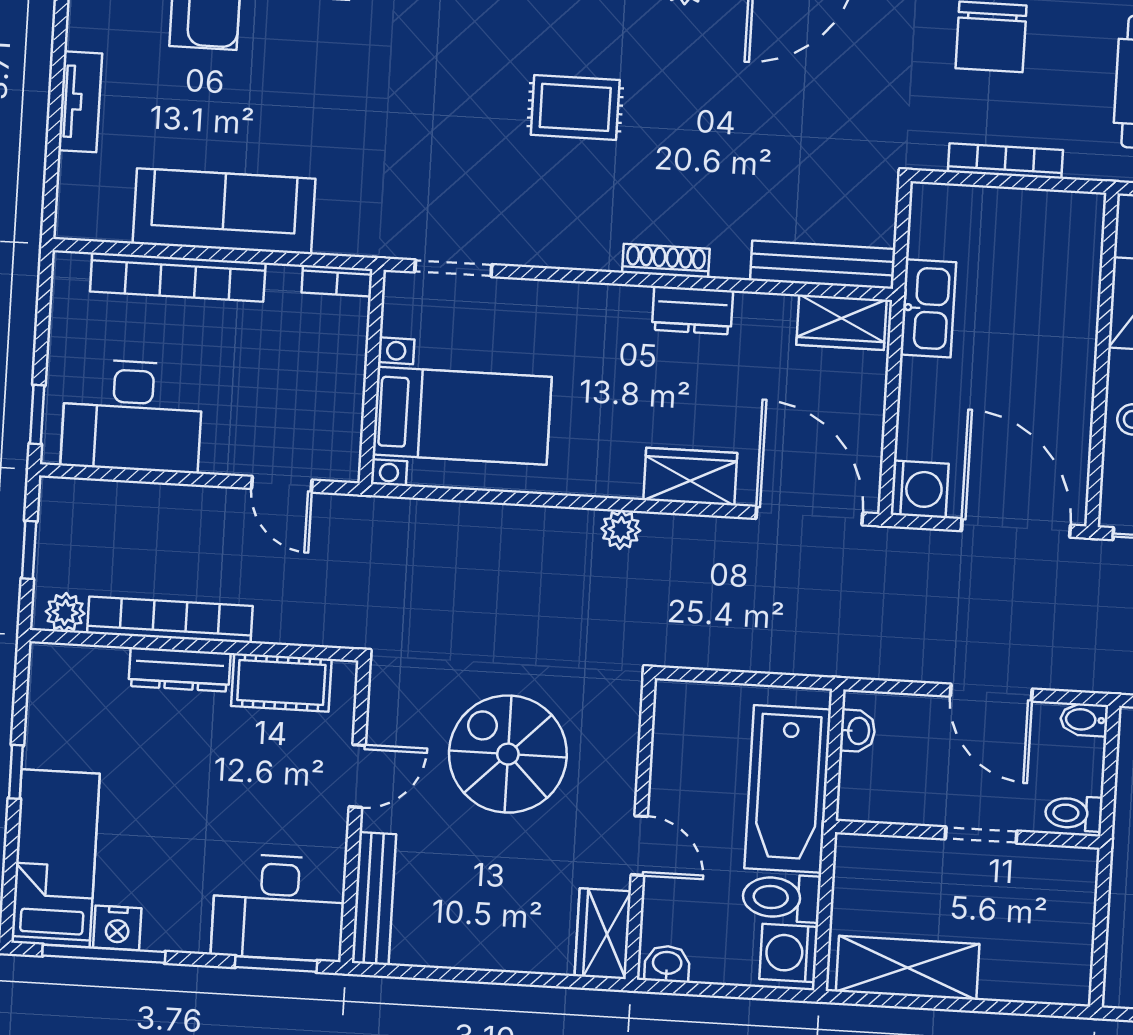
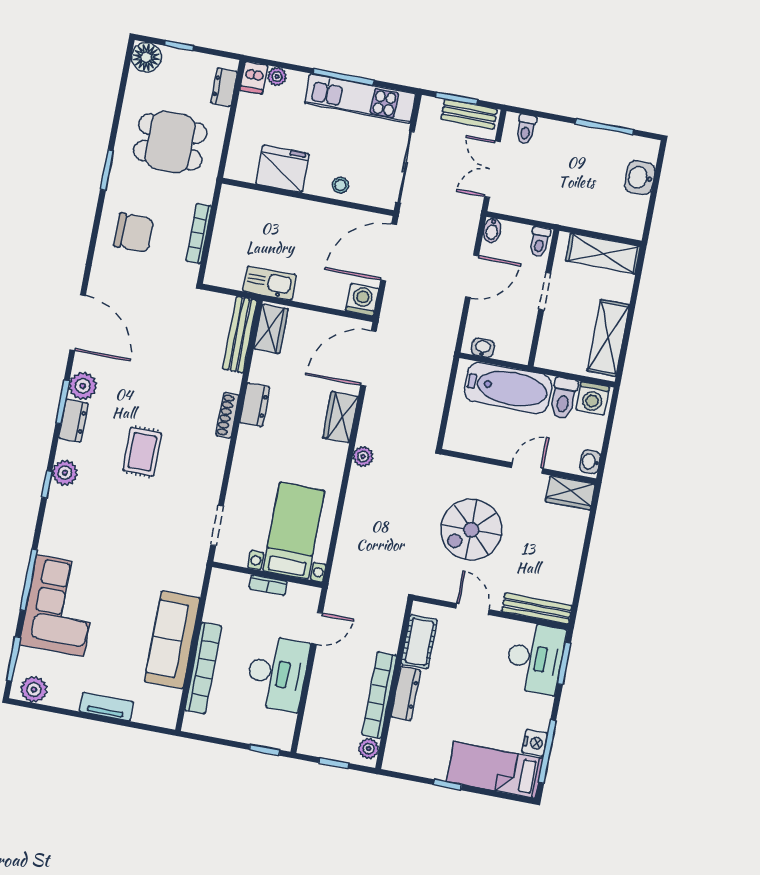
bookcase: (337, 281) -> (268, 585), moved, turned 90
desk: (132, 416) -> (277, 673), moved
shelving: (1067, 937) -> (603, 254), added

